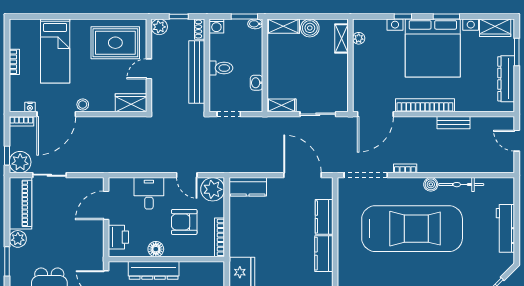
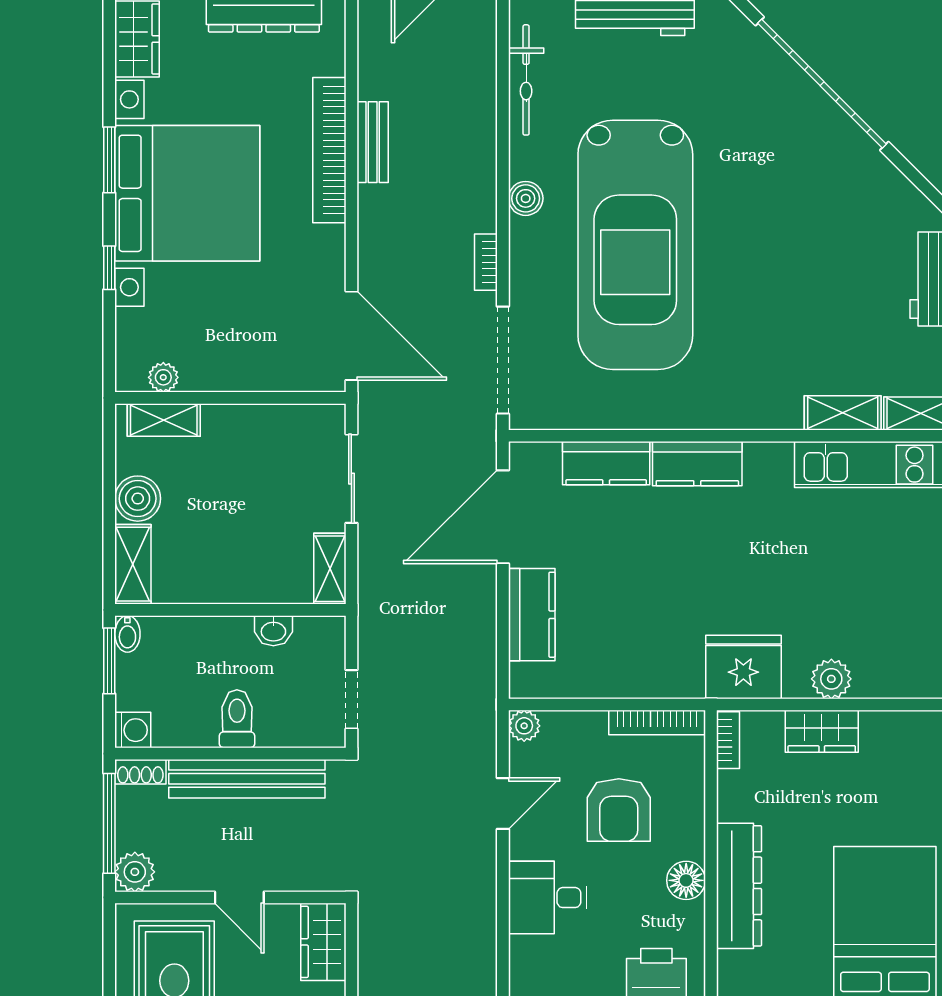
window: (179, 16) -> (109, 823), width x2.17
bookcase: (425, 105) -> (329, 150), moved
bicycle: (461, 185) -> (526, 80), moved
kitchen counter: (248, 187) -> (532, 615), moved
plant: (213, 189) -> (524, 726), width x0.53, depth x0.53
car: (412, 229) -> (635, 245), turned 180
bookcase: (212, 266) -> (728, 740), added

